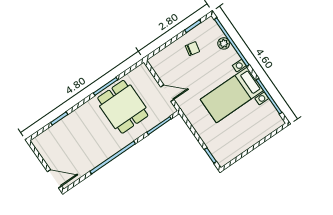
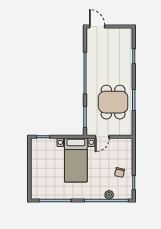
bed with nightstands: (232, 95) -> (76, 160), moved, turned 180
dining table: (123, 107) -> (113, 102), turned 90
door: (54, 179) -> (97, 26), swing flipped

